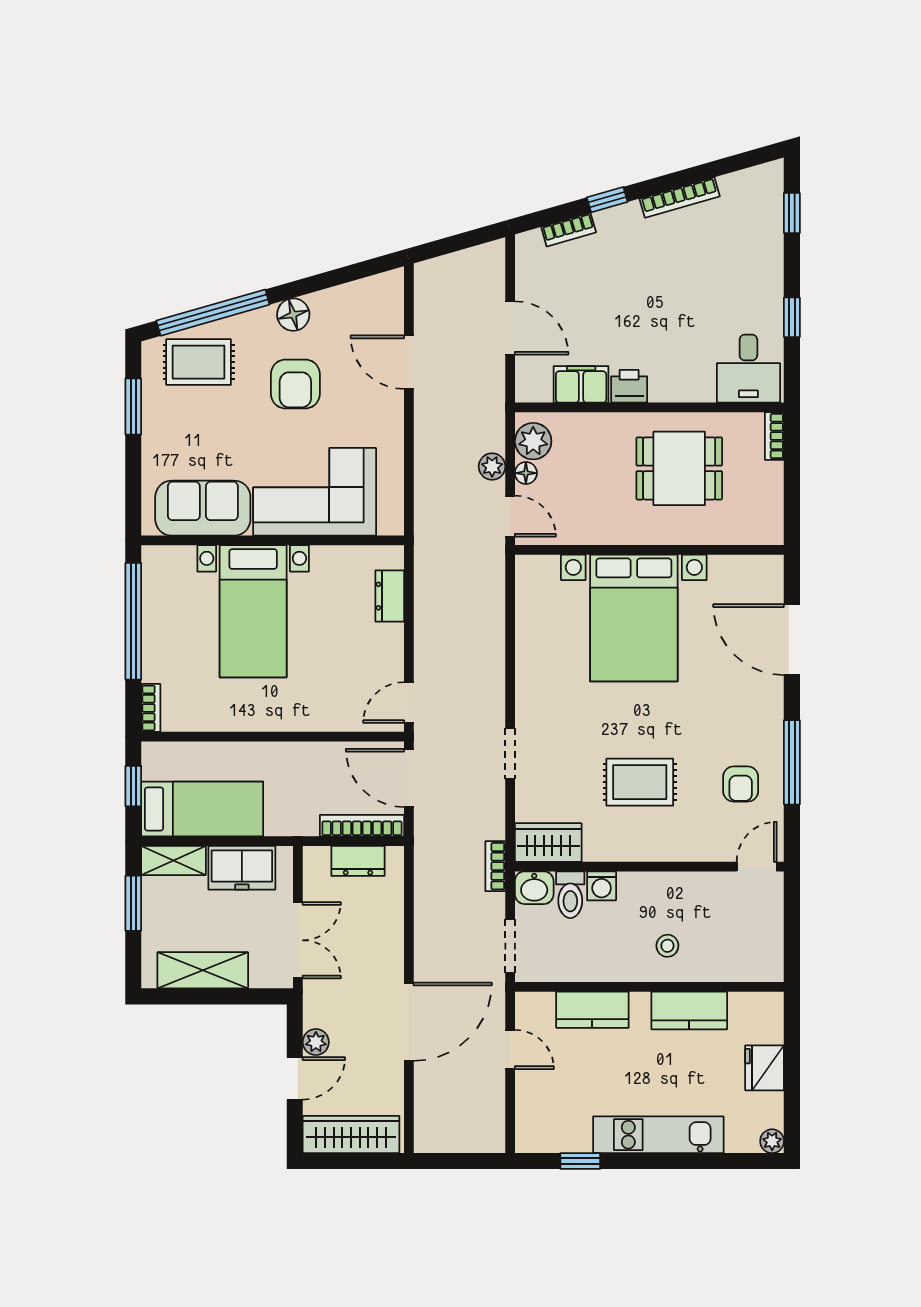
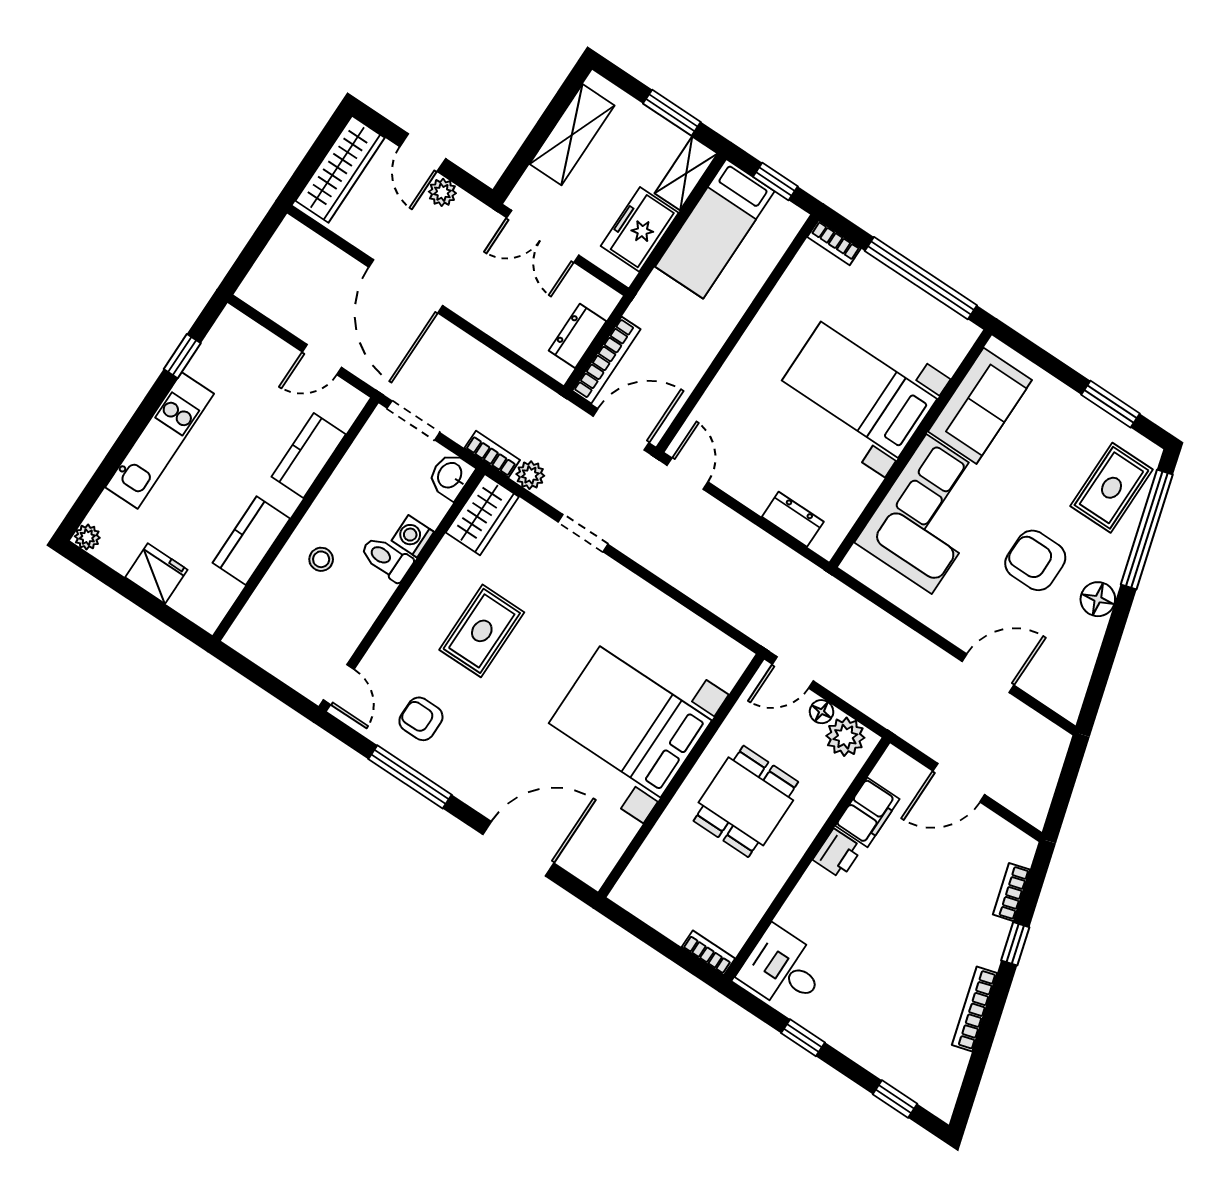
plant: (492, 467) -> (530, 475), moved
dining table: (679, 468) -> (746, 801), moved
toilet: (570, 895) -> (387, 559), moved

